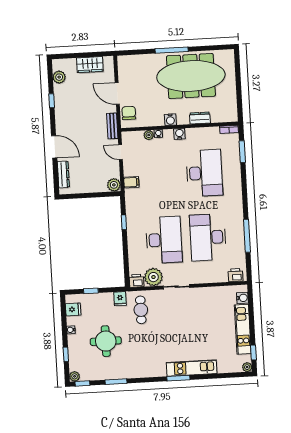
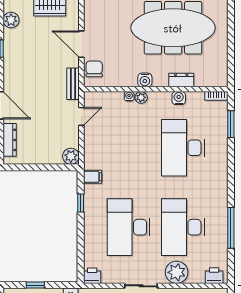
water cooler: (179, 134) -> (179, 98), moved
plant: (149, 135) -> (141, 97), moved
door: (121, 152) -> (81, 116), swing flipped
desk: (204, 173) -> (183, 148), turned 180
filing cabinet: (131, 182) -> (93, 177), moved
desk: (164, 240) -> (129, 227), turned 180
plant: (153, 277) -> (177, 272), moved

